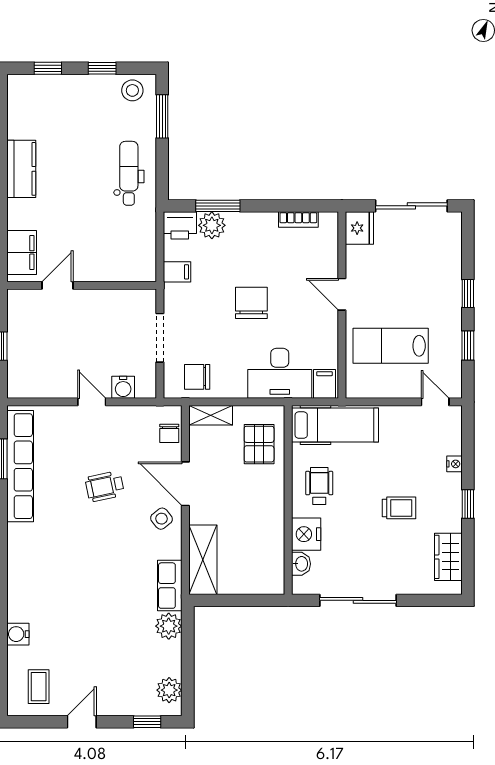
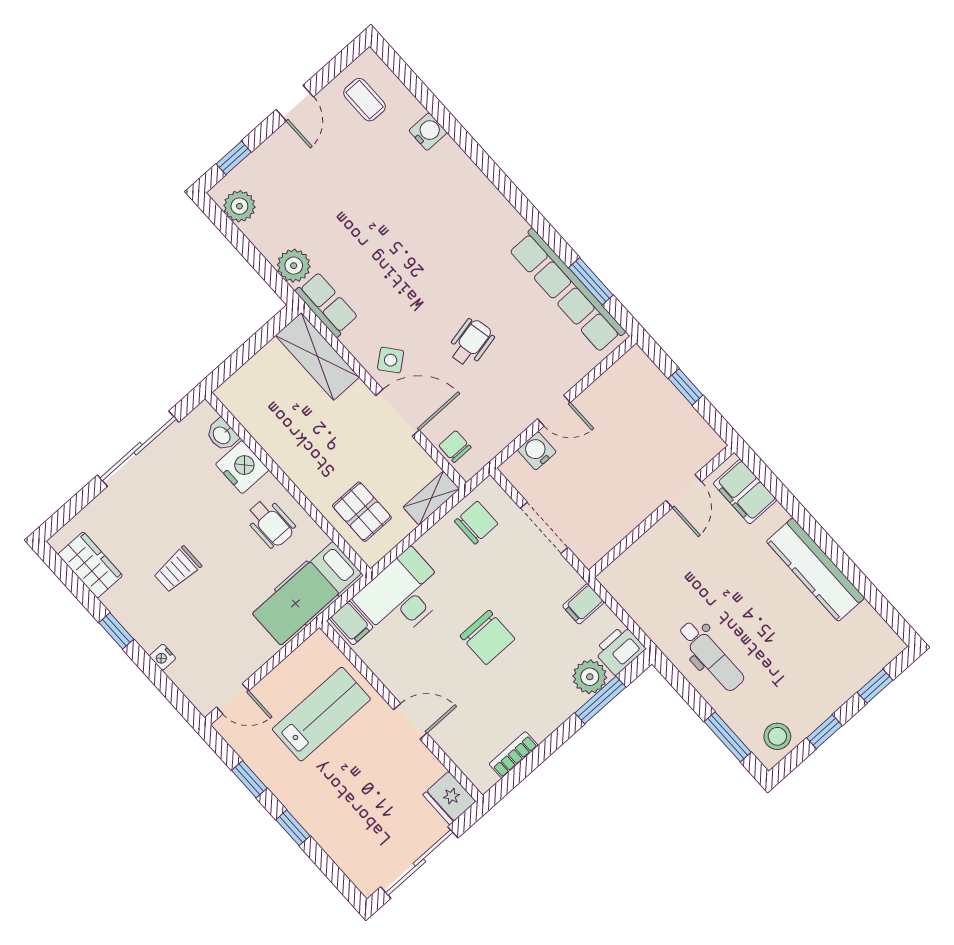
kitchen counter: (21, 169) -> (815, 570), width x1.50

